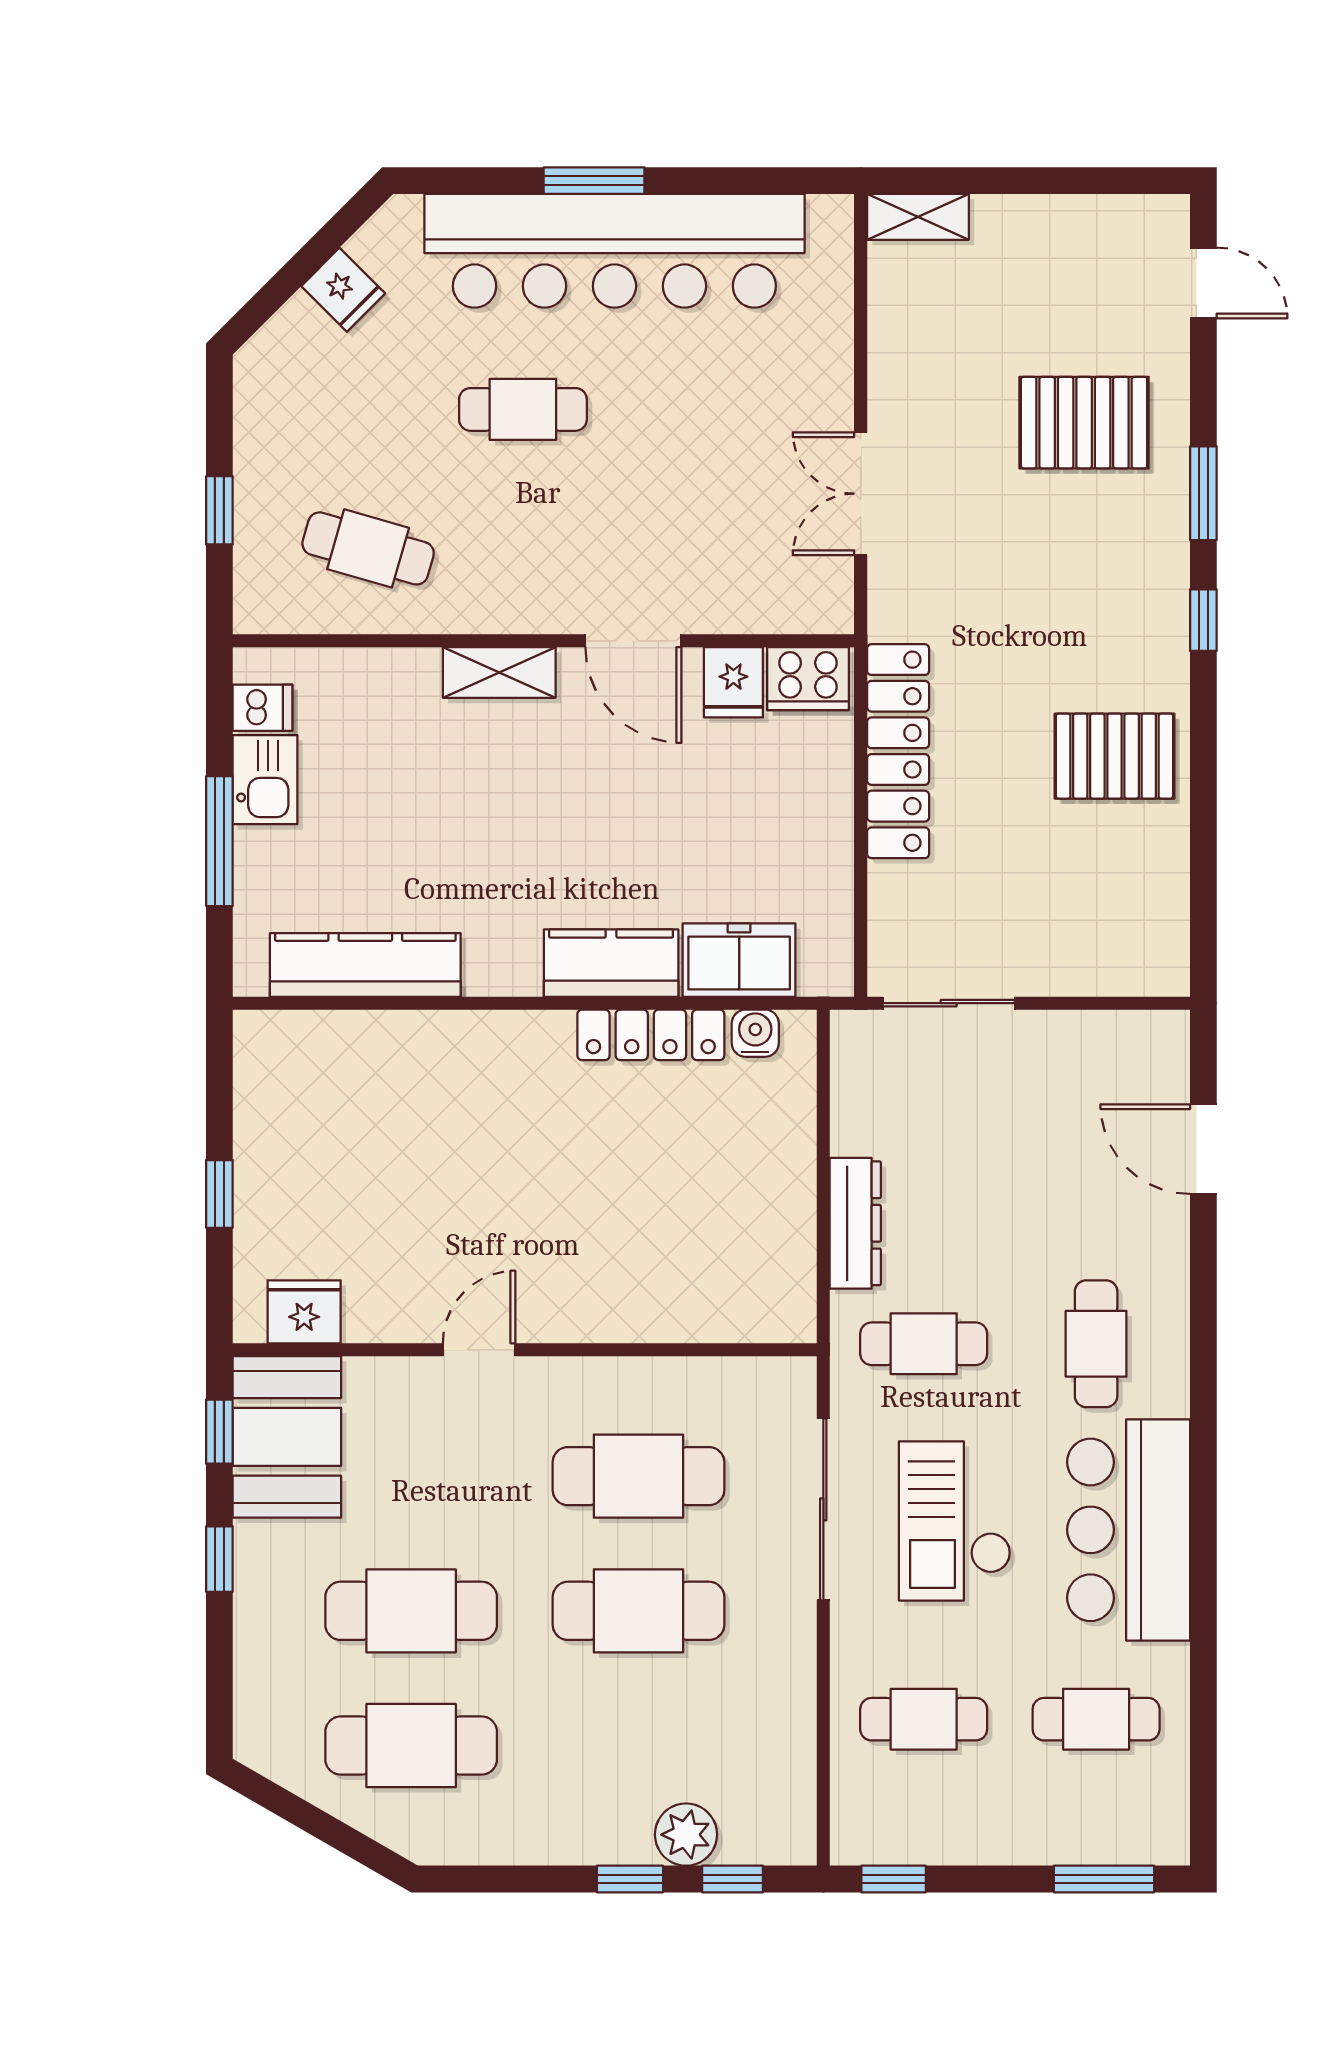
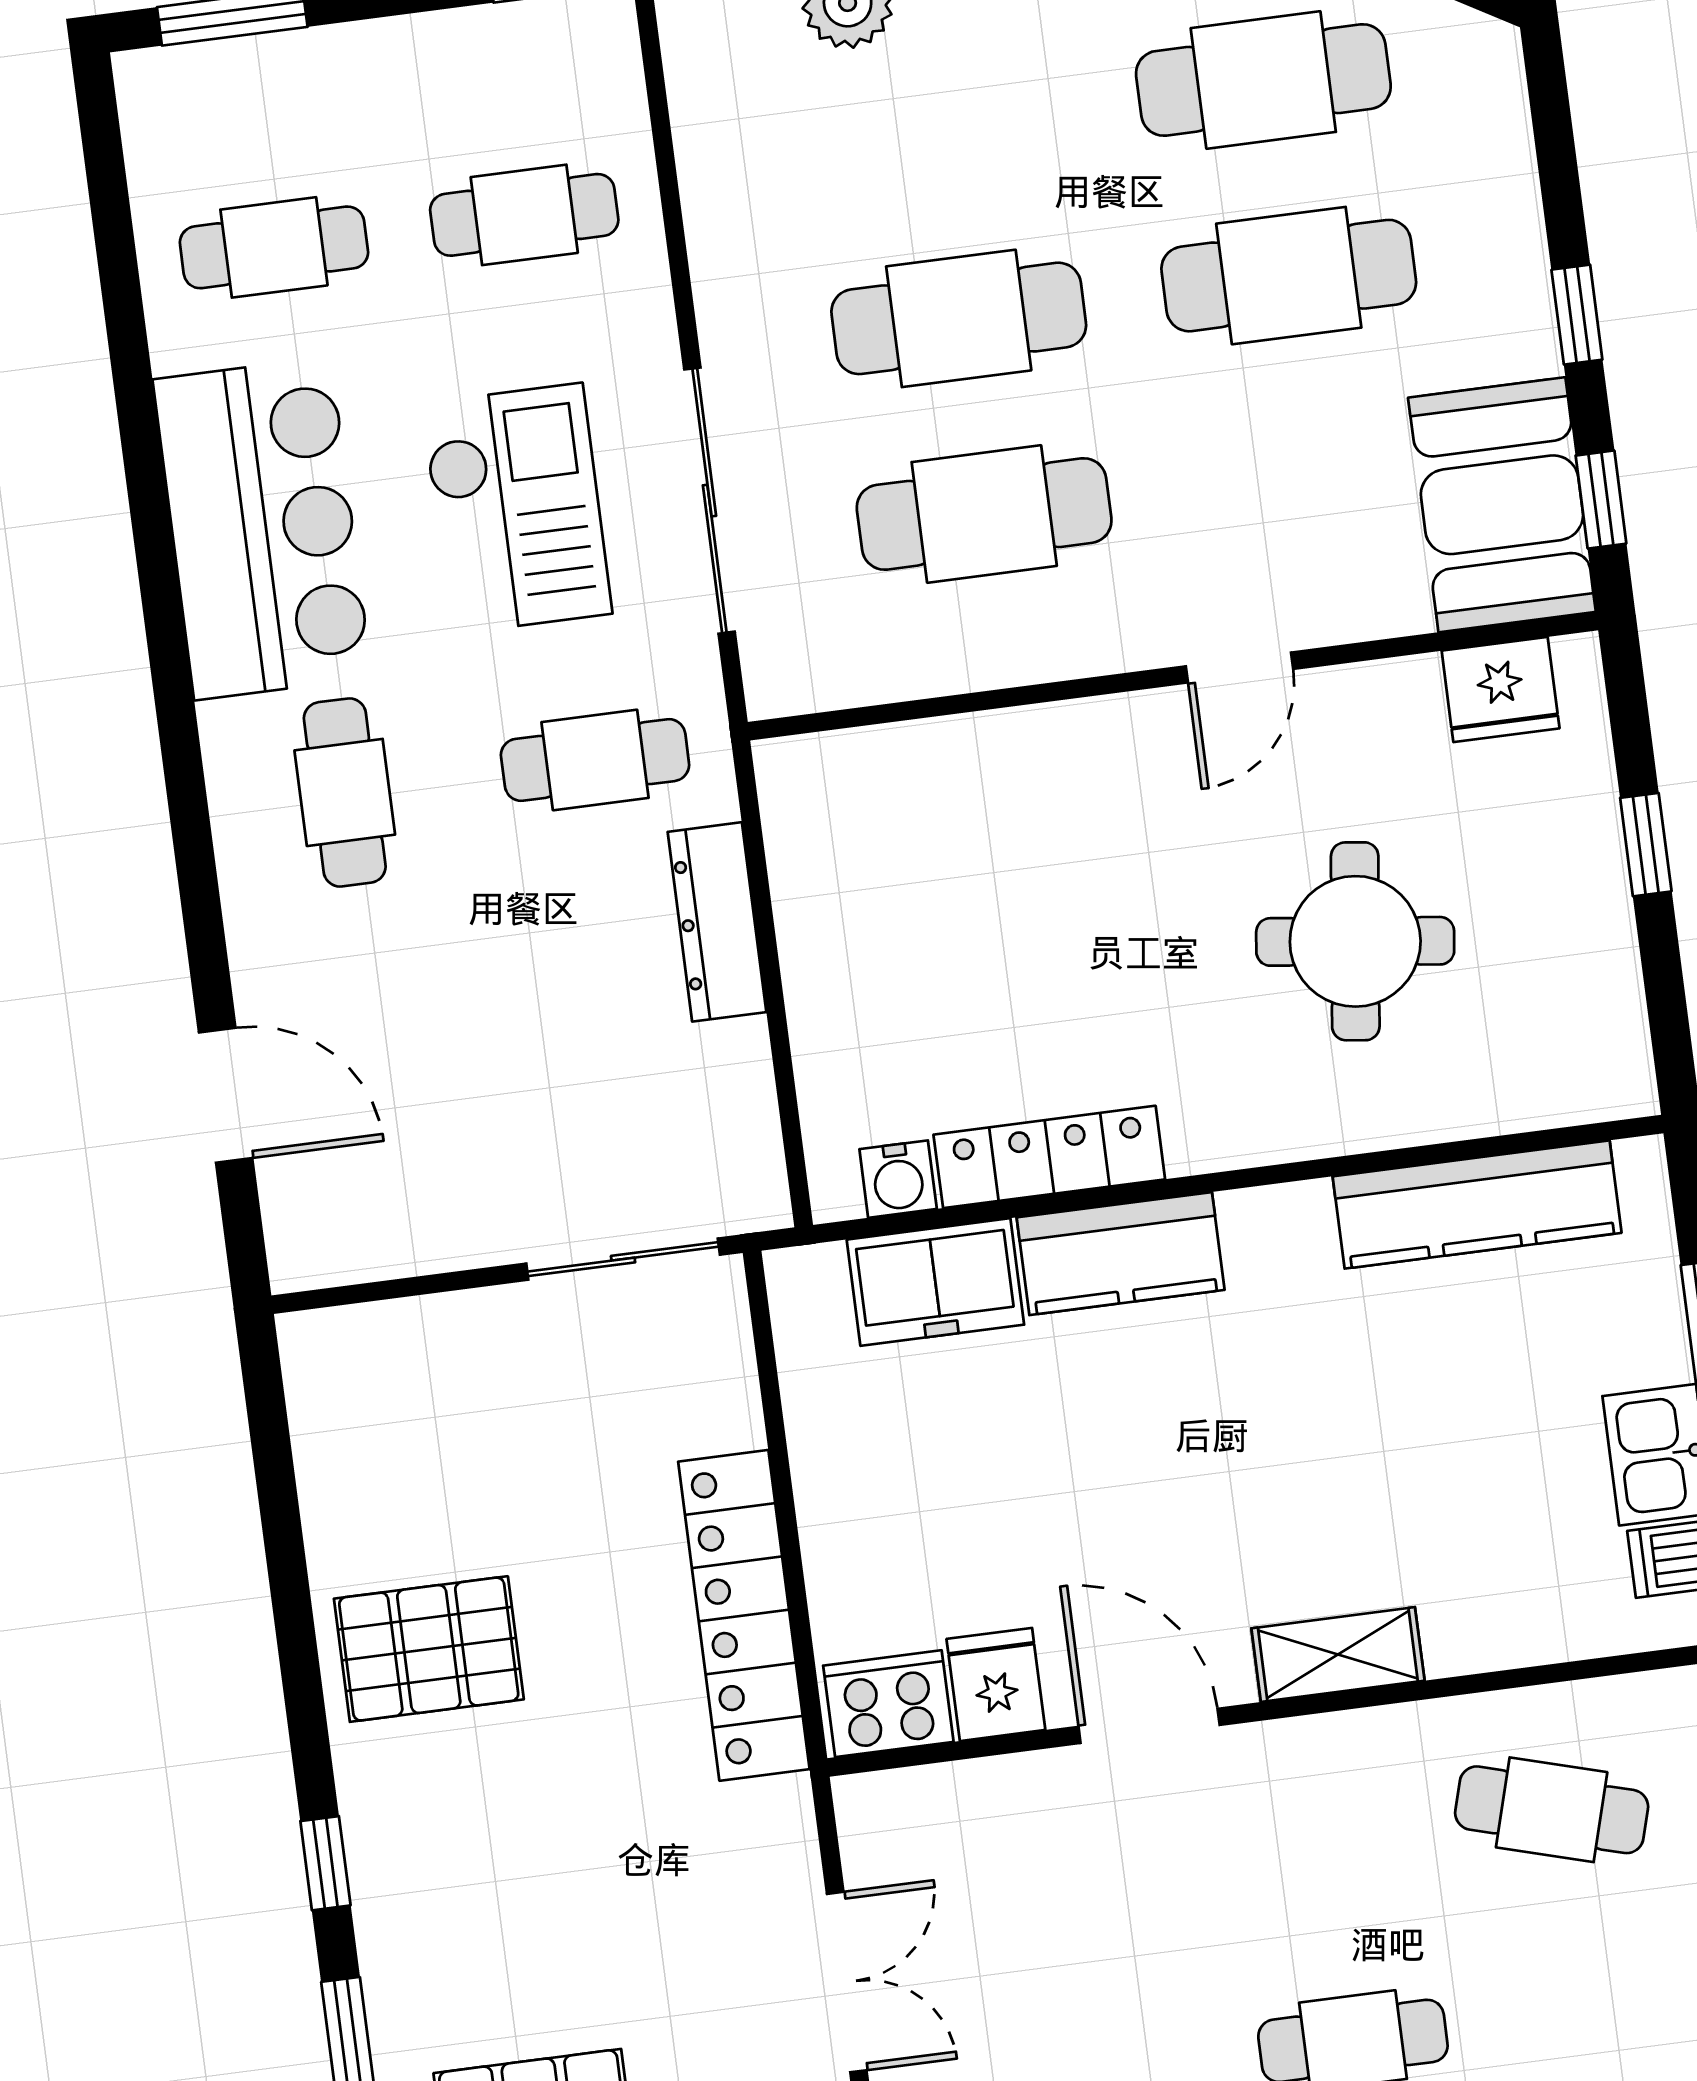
round table: (425, 1154) -> (1355, 941), added

